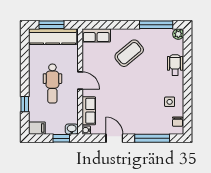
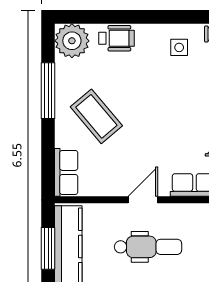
window: (156, 25) -> (48, 91), moved
plant: (178, 34) -> (72, 41), width x1.87, depth x1.87
wheelchair: (175, 65) -> (117, 38), turned 180

